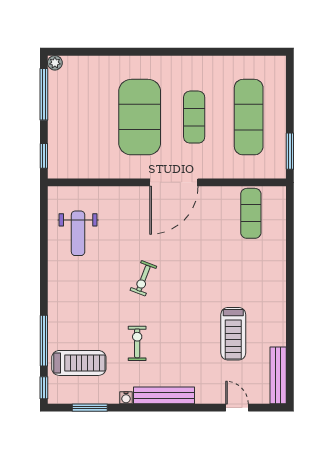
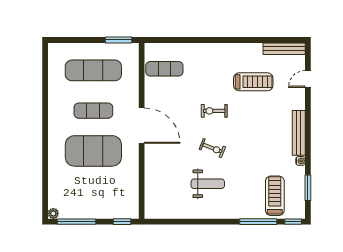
weight bench: (78, 233) -> (208, 184), moved
exercise bike: (137, 343) -> (214, 111), moved

